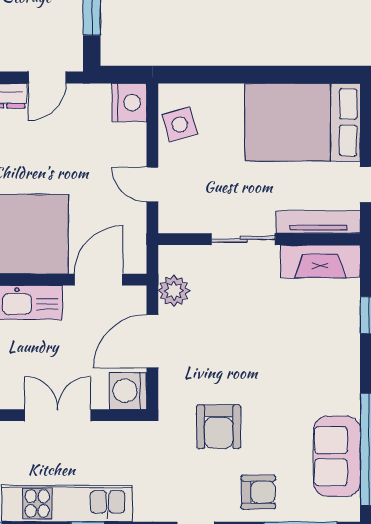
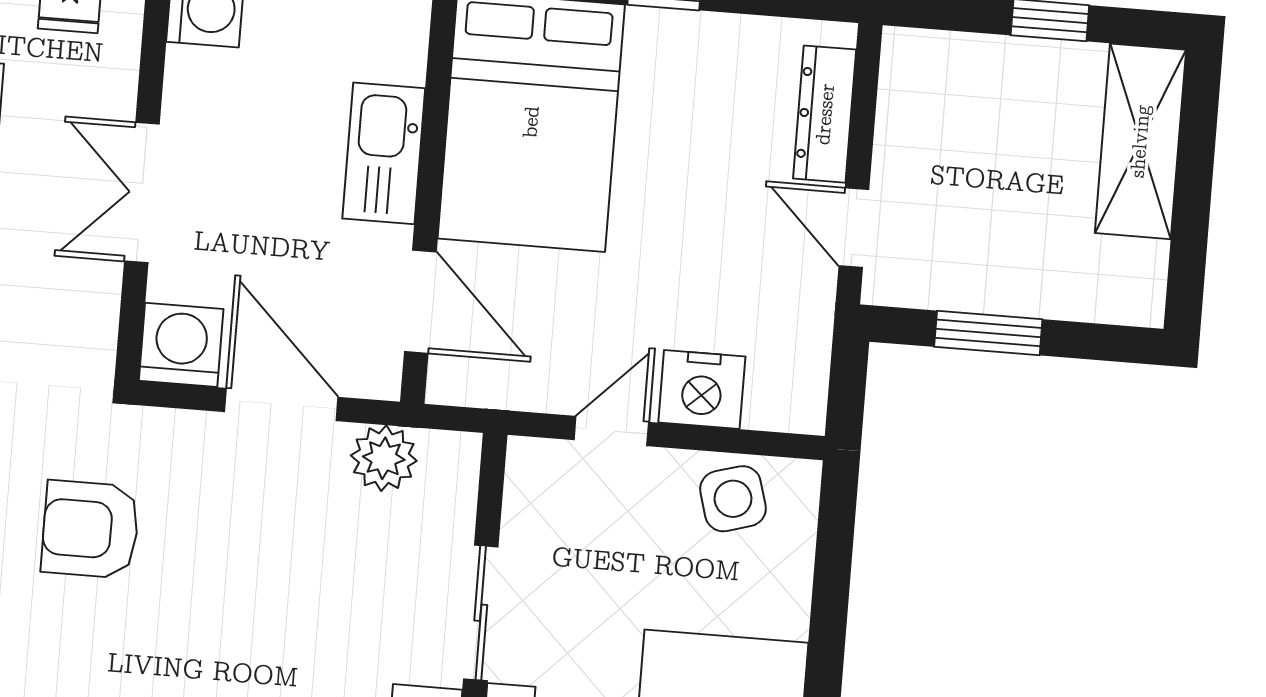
nightstand: (129, 103) -> (702, 389), moved
double door: (58, 415) -> (142, 193), swing flipped

